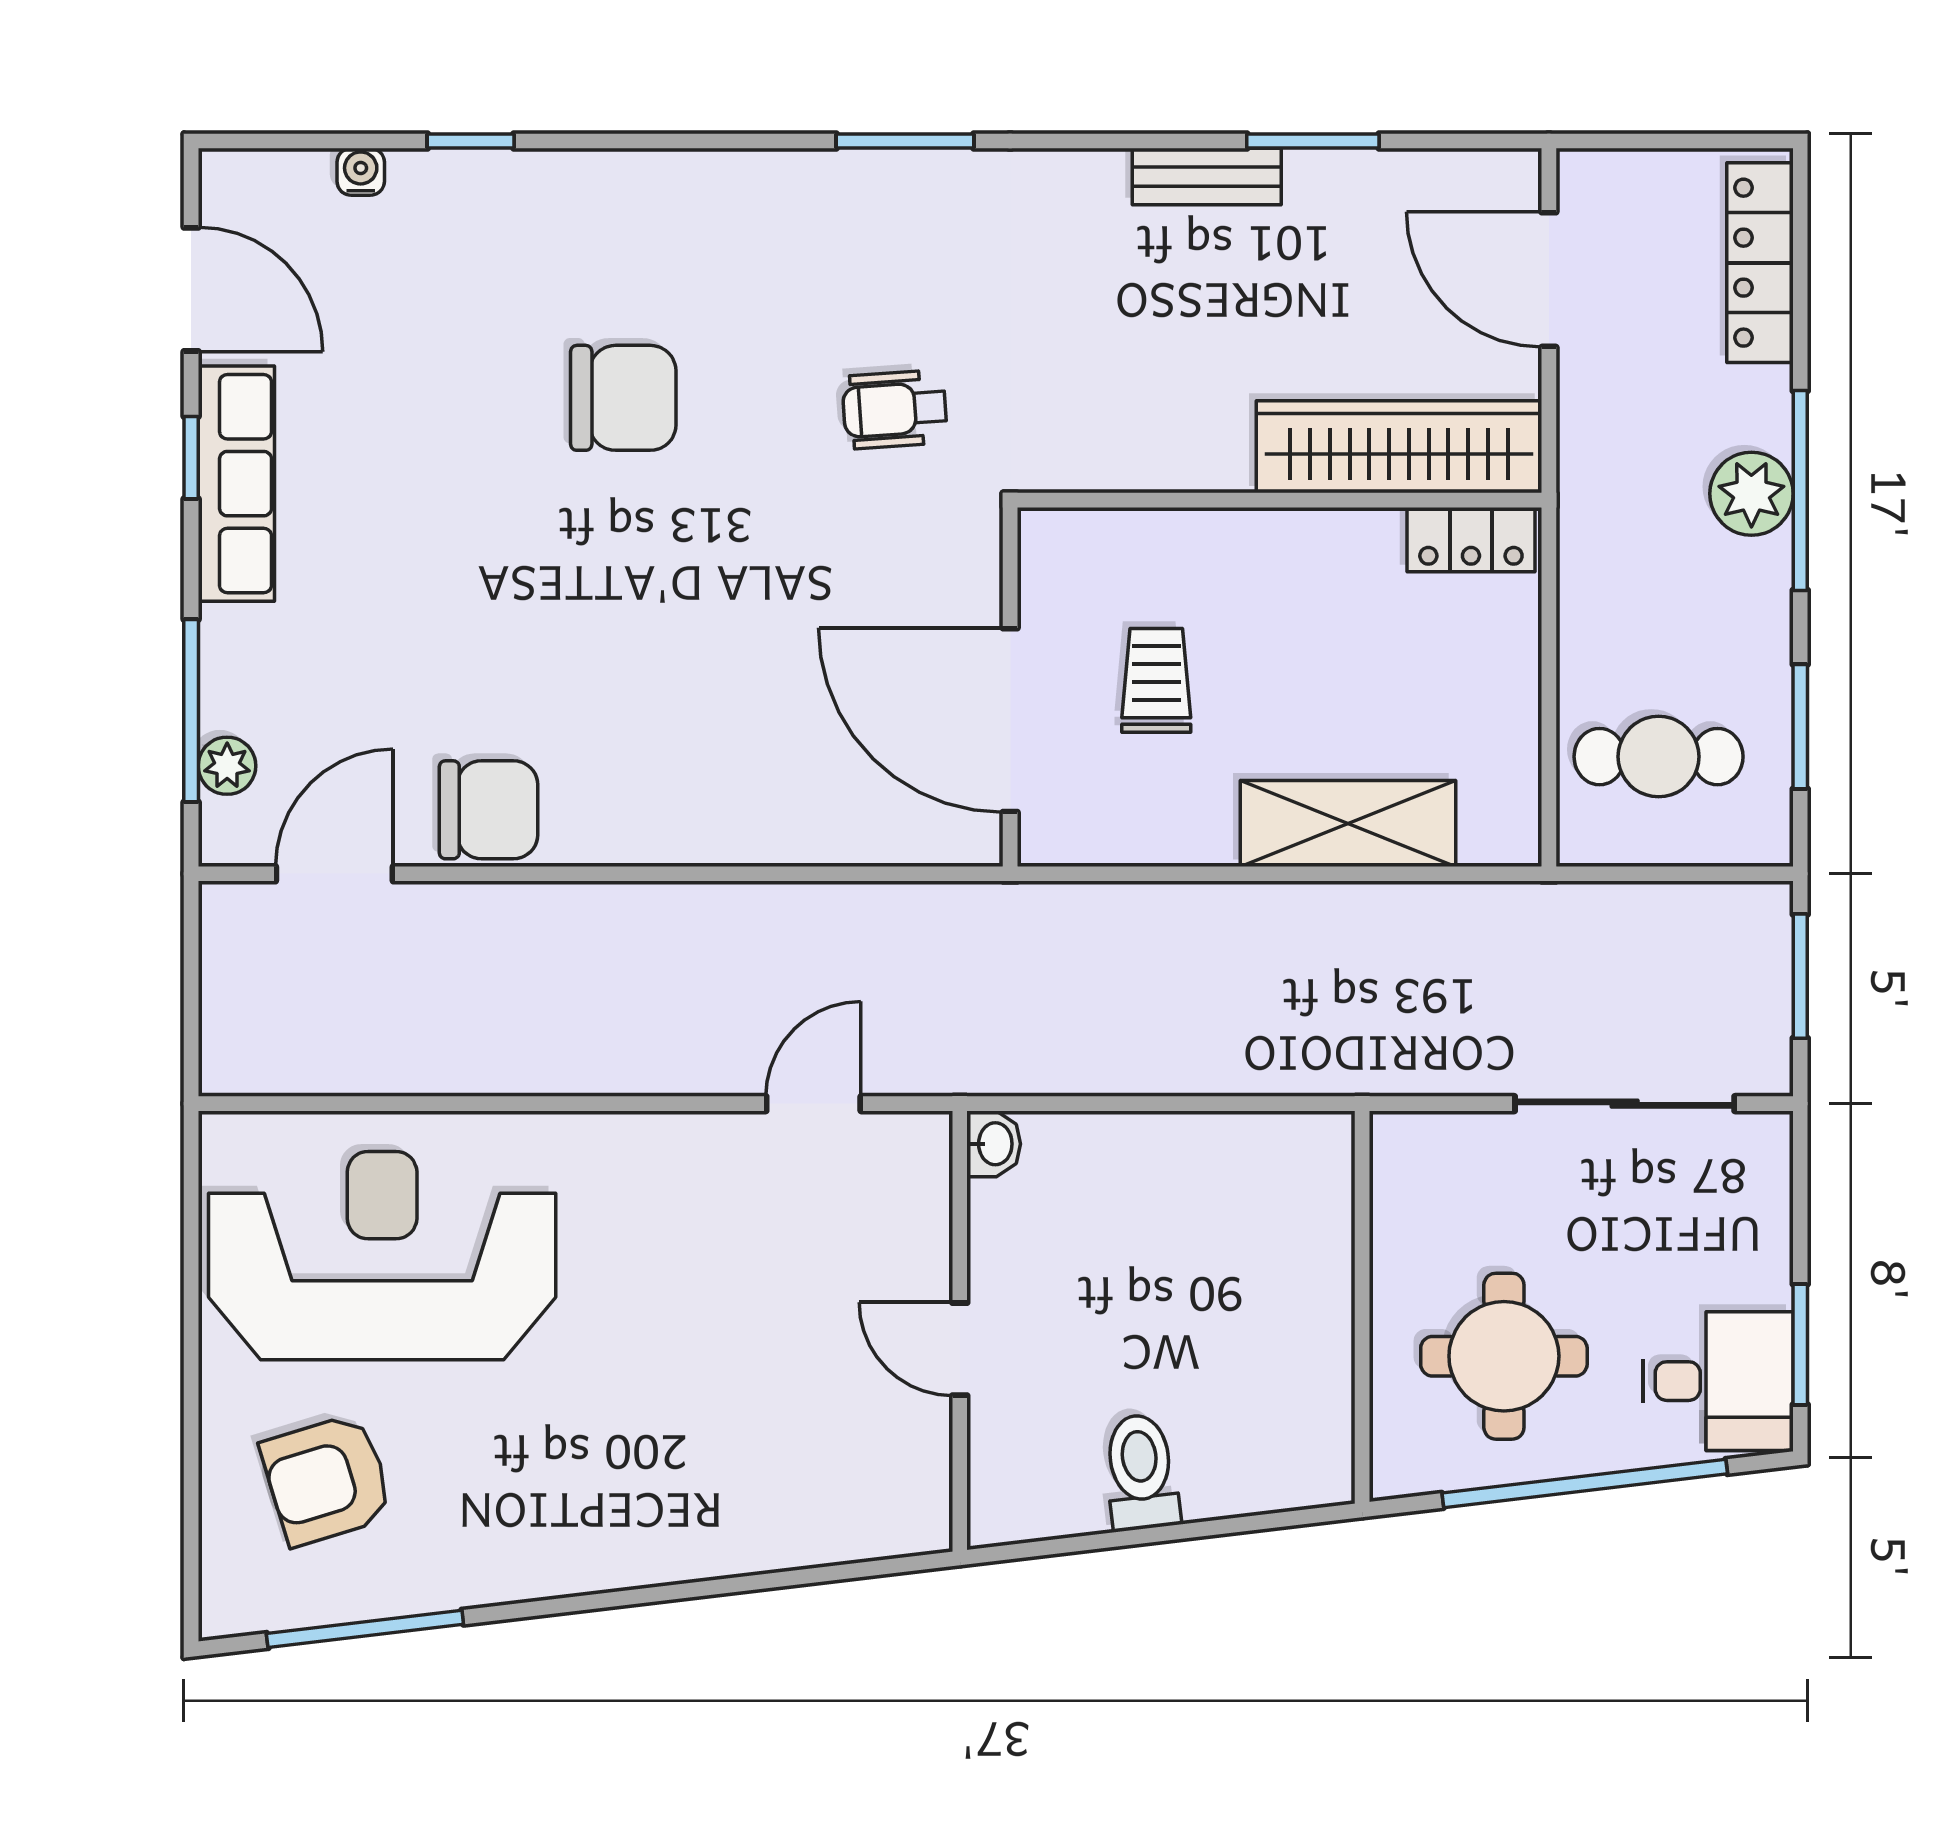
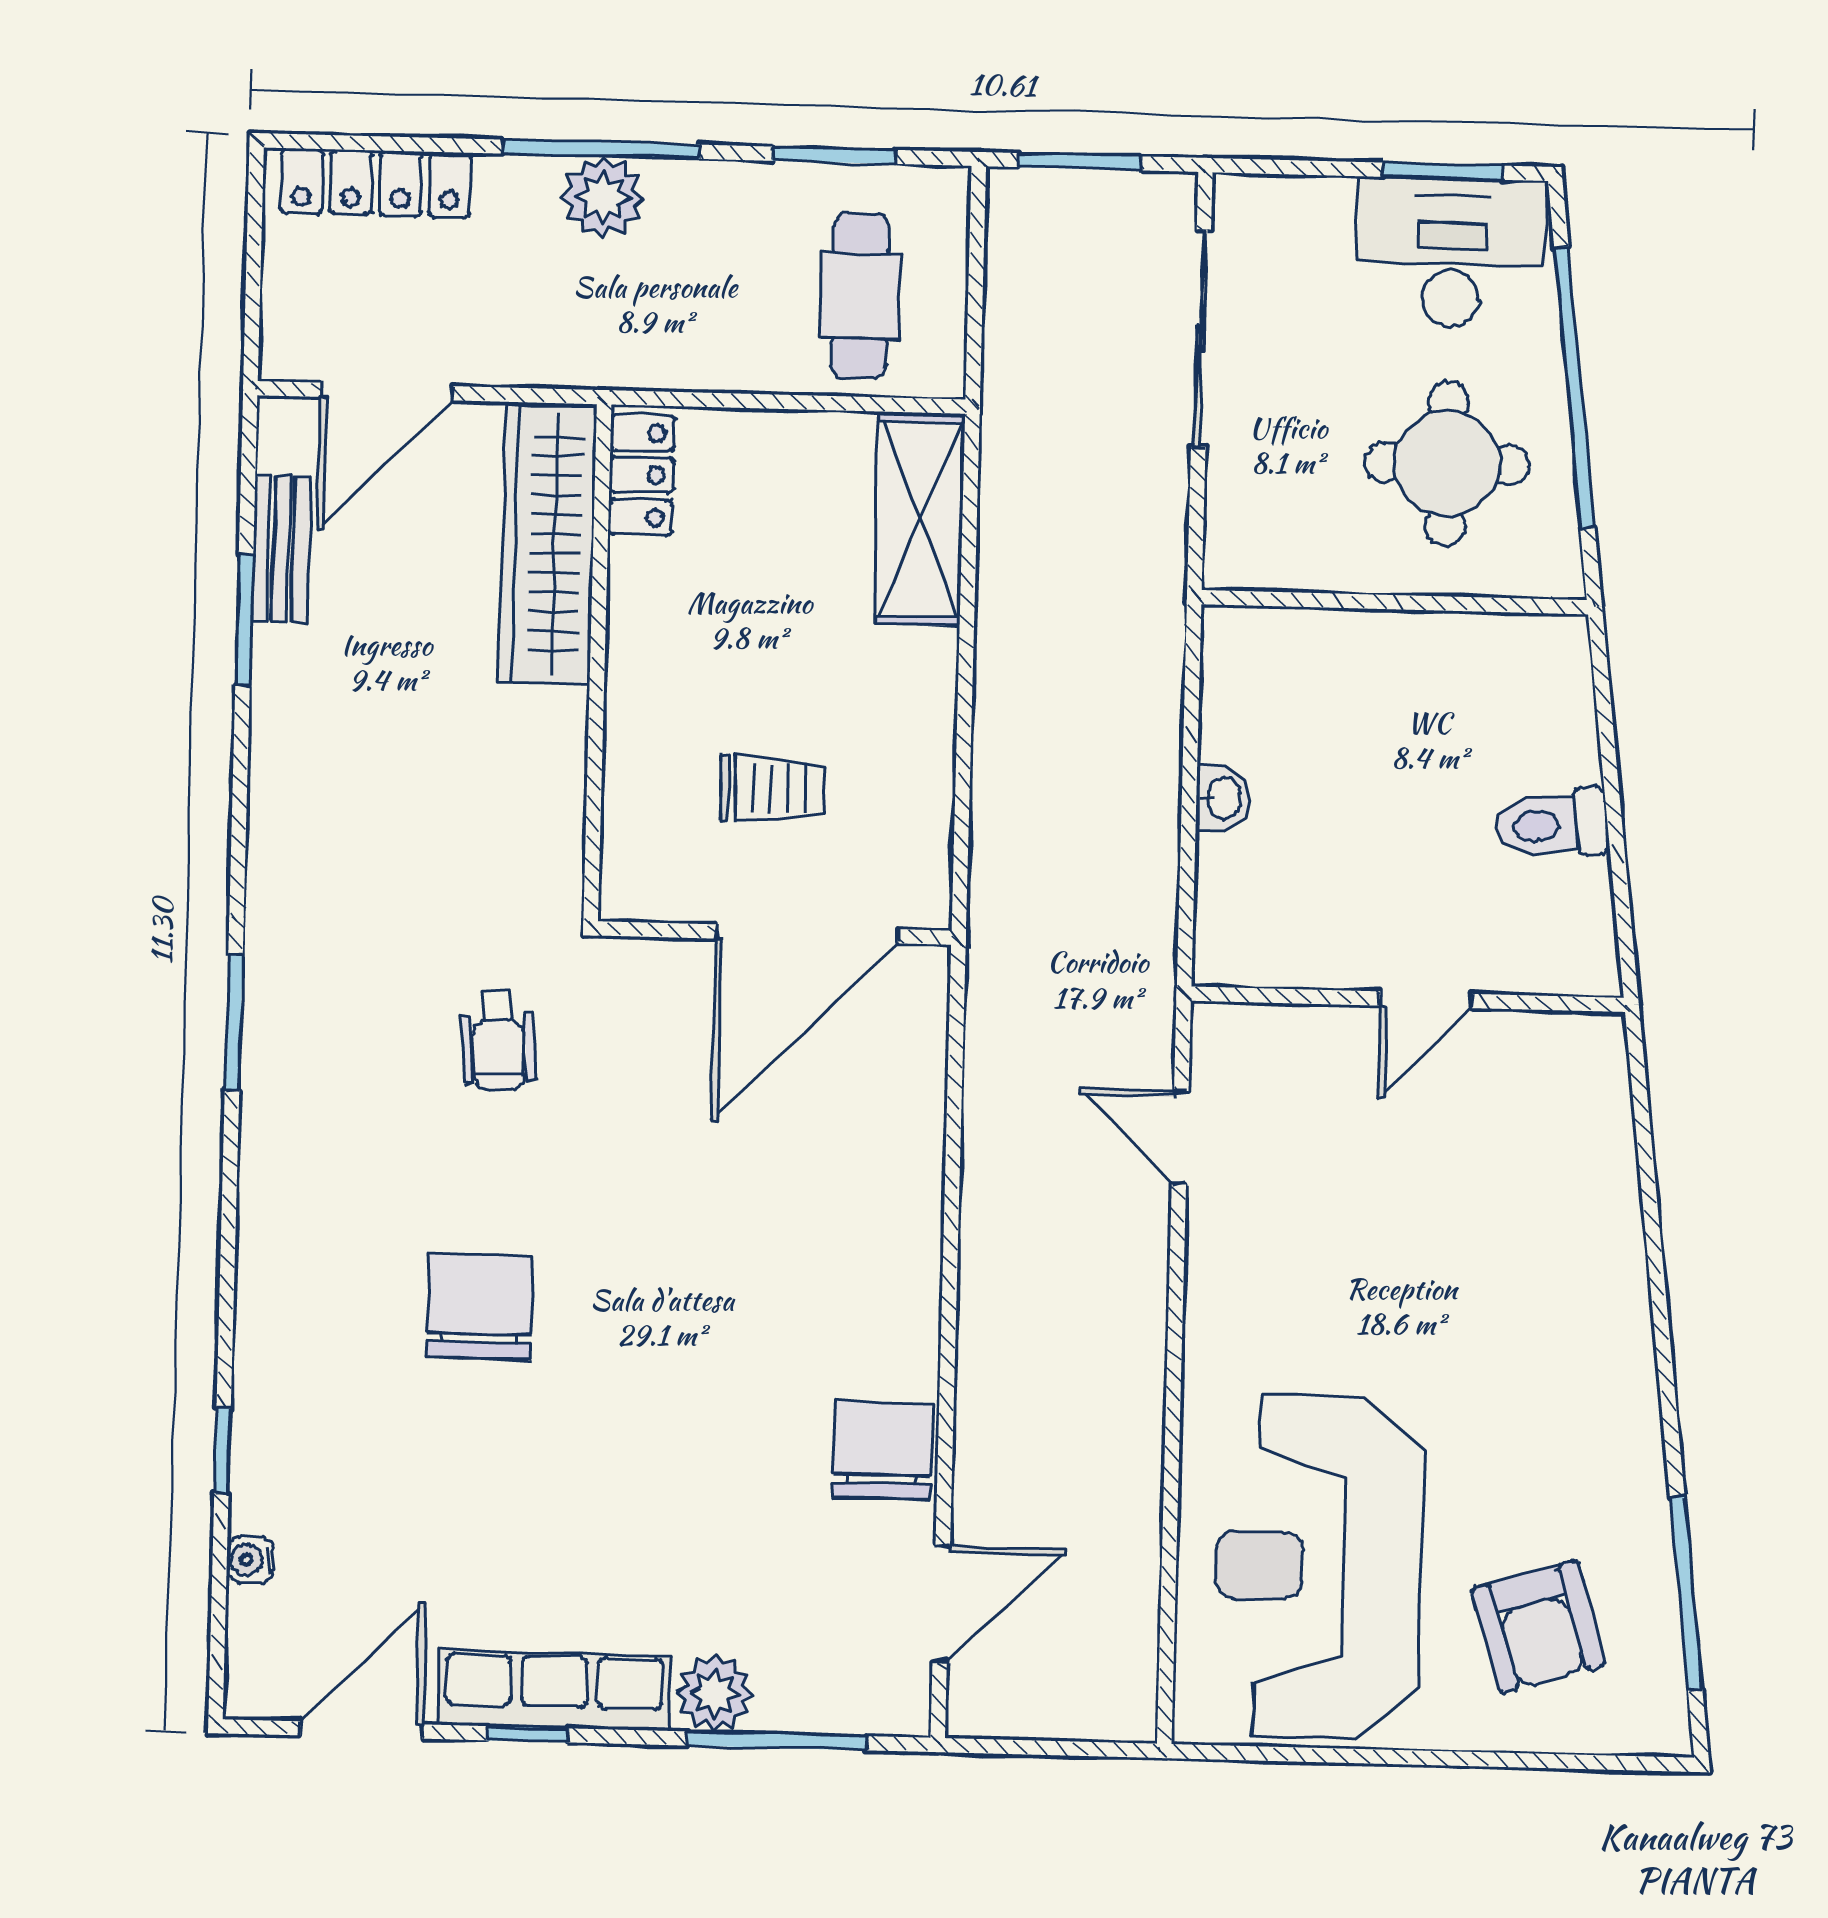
bench: (1207, 177) -> (281, 549), moved
trolley: (1156, 680) -> (772, 789), turned 180
plant: (227, 766) -> (715, 1693), moved, width x1.38, depth x1.38
shelving: (1348, 823) -> (920, 519), moved
door: (334, 874) -> (941, 1604), swing flipped
washbasin: (994, 1144) -> (1222, 798), moved, turned 90
desk: (1718, 1381) -> (1451, 252), width x1.37

